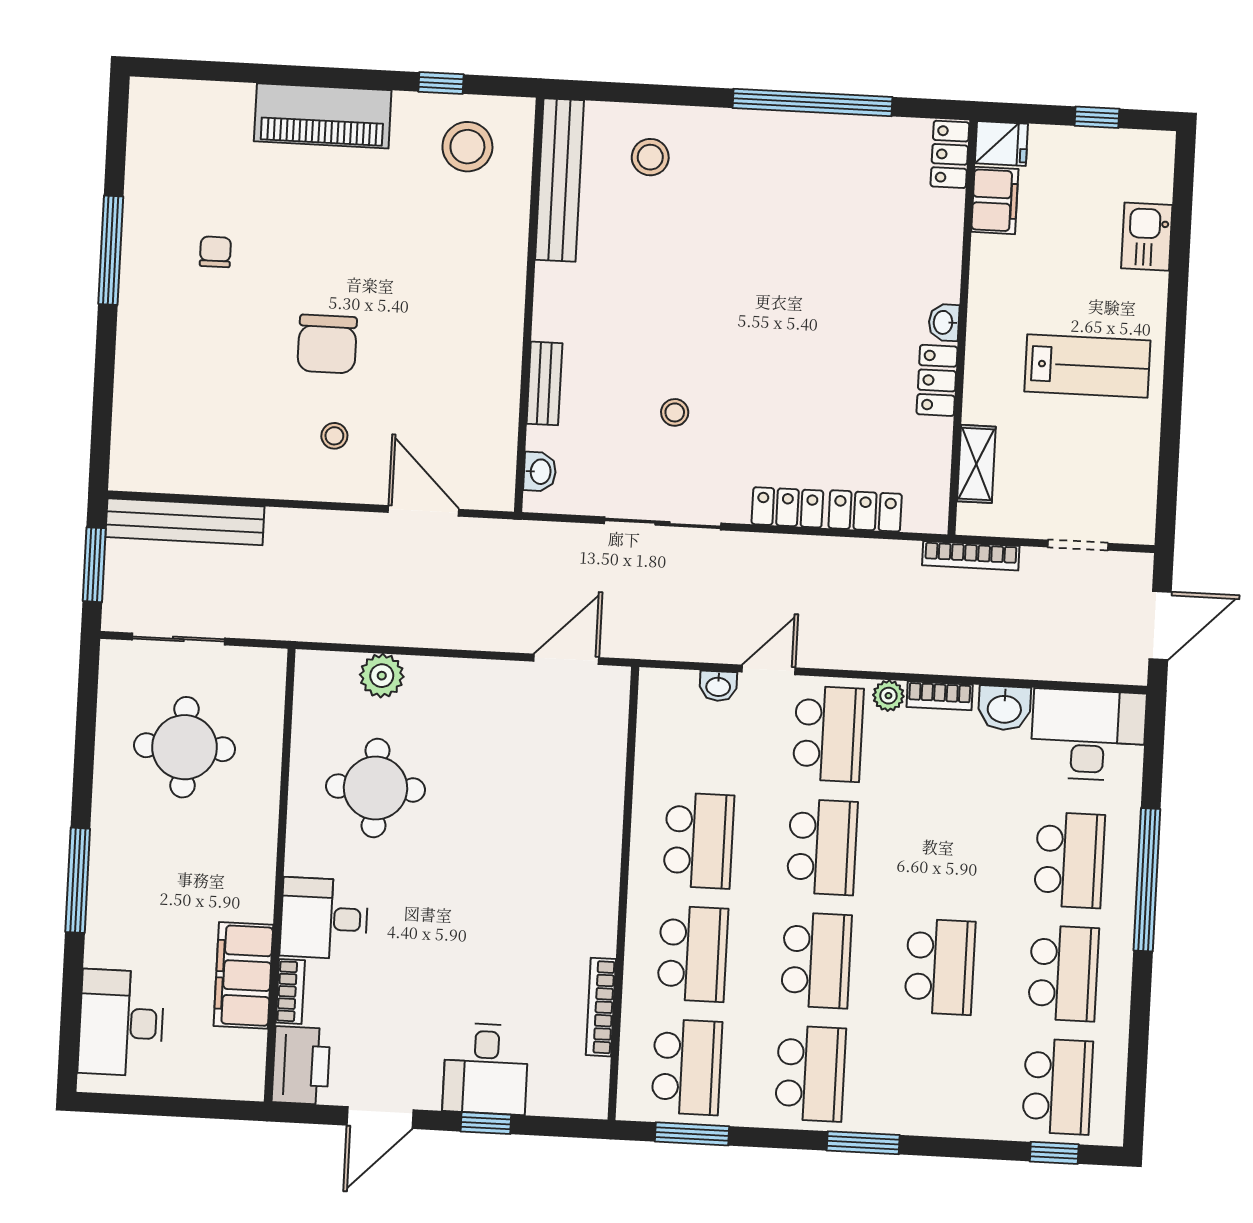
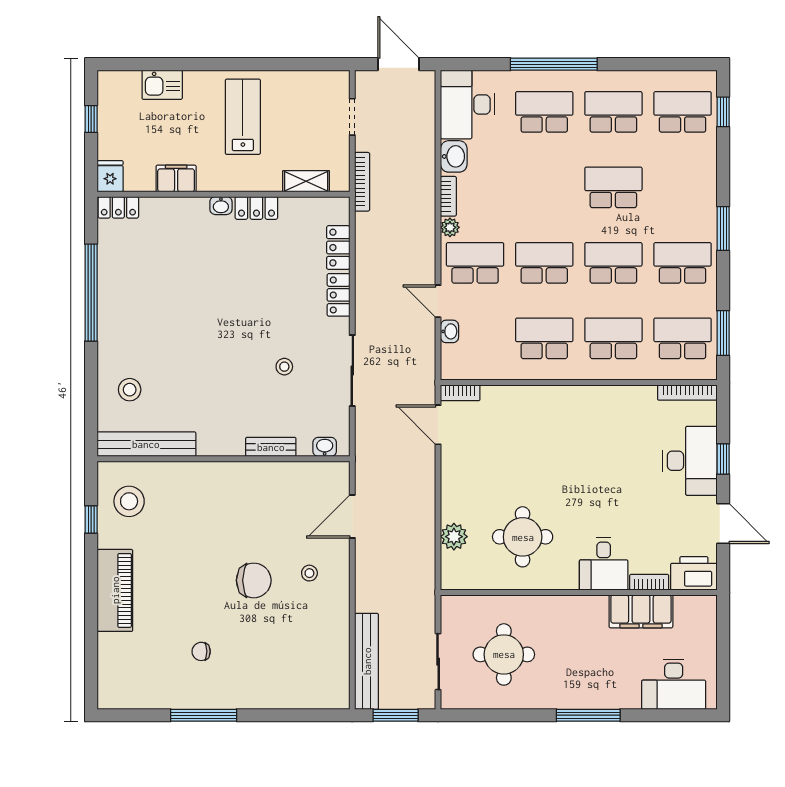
filing cabinet: (995, 200) -> (176, 178), moved
bookcase: (617, 698) -> (460, 393), added
bookcase: (601, 1007) -> (687, 393), moved
desk: (486, 1069) -> (690, 461), width x1.37

